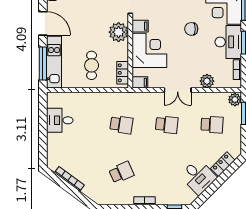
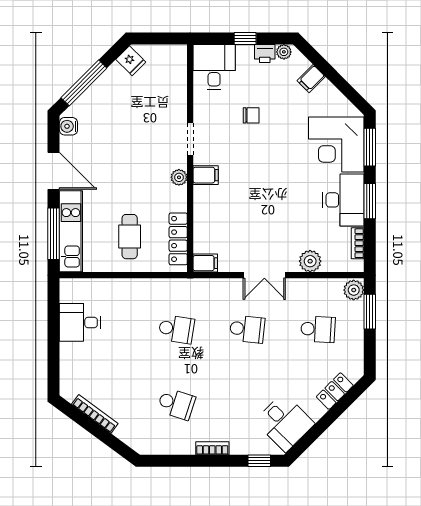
chair: (191, 29) -> (286, 180), removed
plant: (119, 32) -> (179, 177), width x0.53, depth x0.53
corner desk: (149, 50) -> (220, 213), removed
locker: (123, 73) -> (178, 239), width x1.53
school desk: (121, 172) -> (176, 404), turned 42
desk: (198, 177) -> (284, 422), moved

